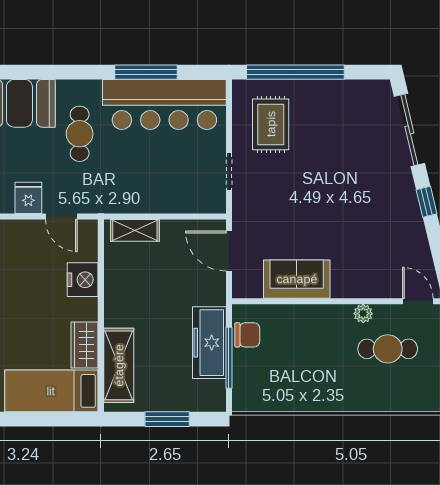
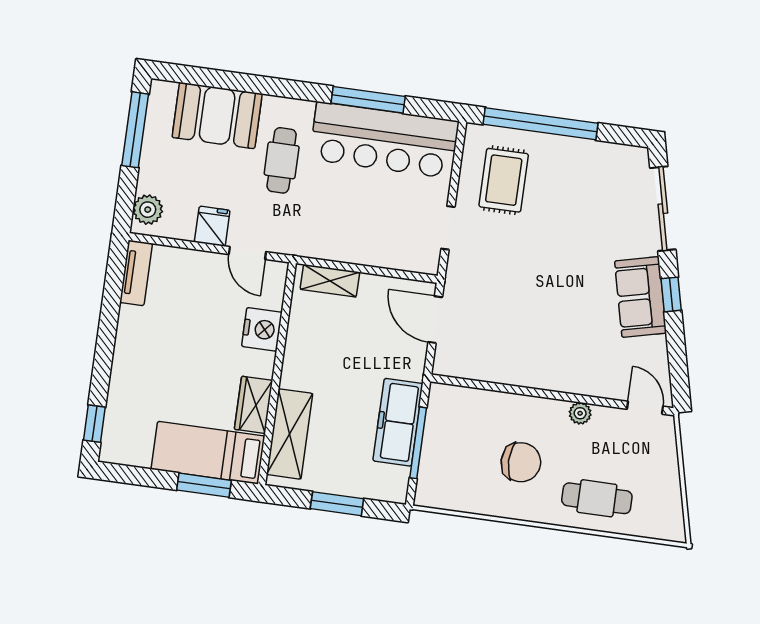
sofa: (297, 279) -> (640, 297), moved, turned -103
chair: (247, 335) -> (521, 462), moved, width x1.37, depth x1.37
cafe table: (388, 349) -> (597, 498), moved
window: (52, 419) -> (204, 485), added

